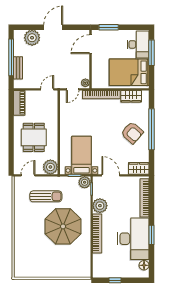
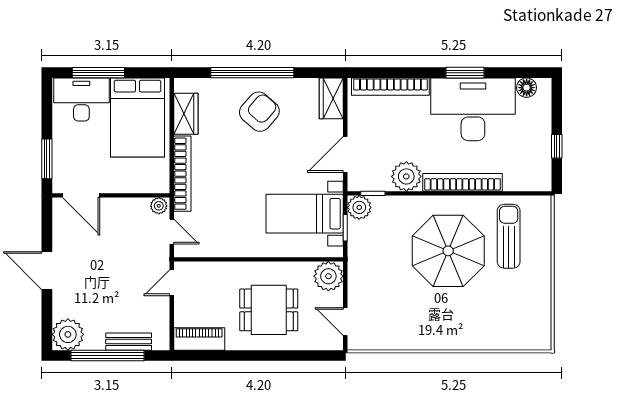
plant: (32, 38) -> (68, 334), moved
door: (47, 89) -> (172, 283), hinge flipped
sun lounger: (46, 196) -> (509, 236), moved

